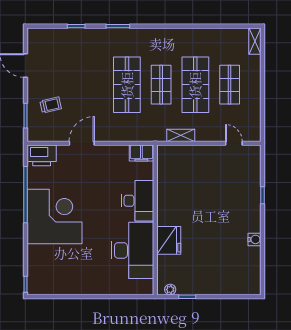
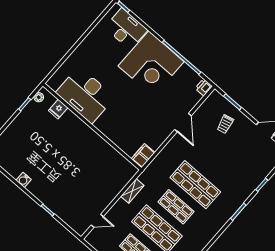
printer: (42, 155) -> (204, 87), width x0.53, depth x0.68
desk: (138, 201) -> (126, 29), moved, turned 180
fridge: (169, 240) -> (58, 109), moved, width x0.53, depth x0.75

